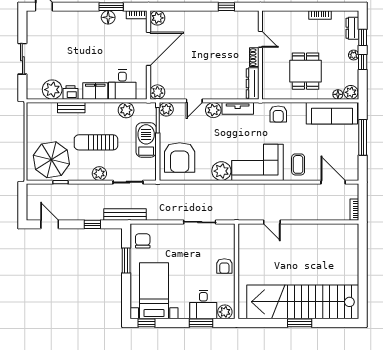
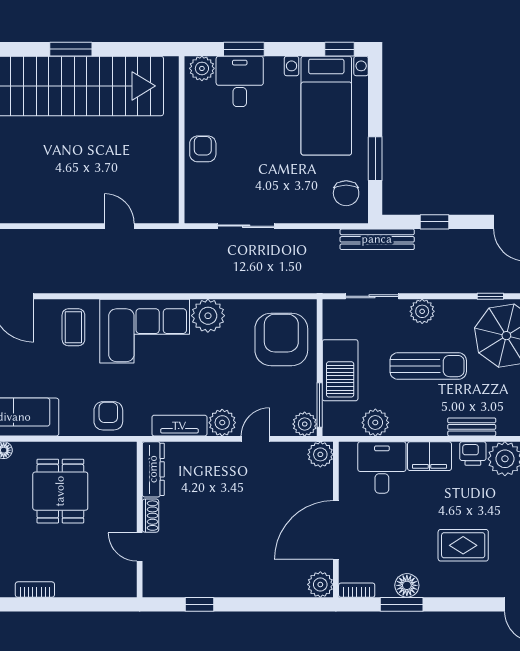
rug: (76, 40) -> (463, 545), added

